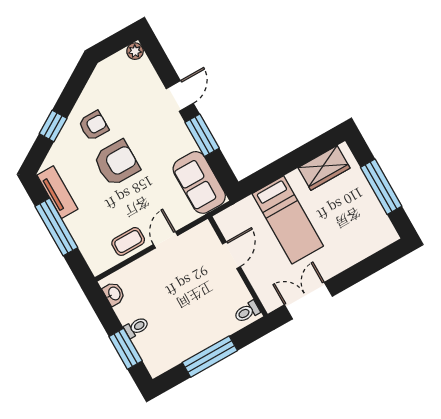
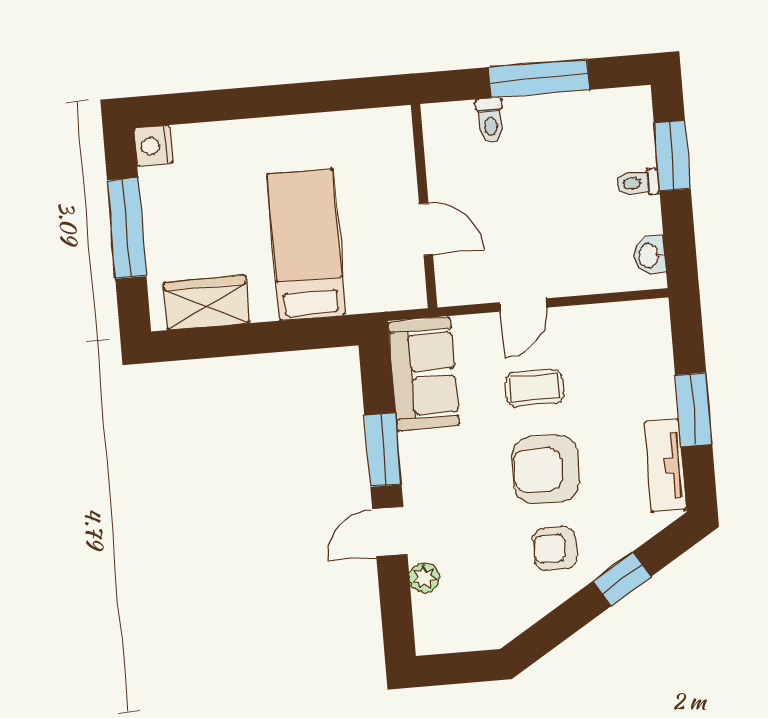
plant: (135, 51) -> (424, 578), moved
window: (56, 227) -> (694, 410), width x0.69
nightstand: (387, 234) -> (153, 146), added
coffee table: (128, 241) -> (535, 388), moved
door: (231, 255) -> (426, 229), swing flipped
double door: (308, 301) -> (334, 96), removed
toilet: (247, 312) -> (490, 120), moved, turned 90

